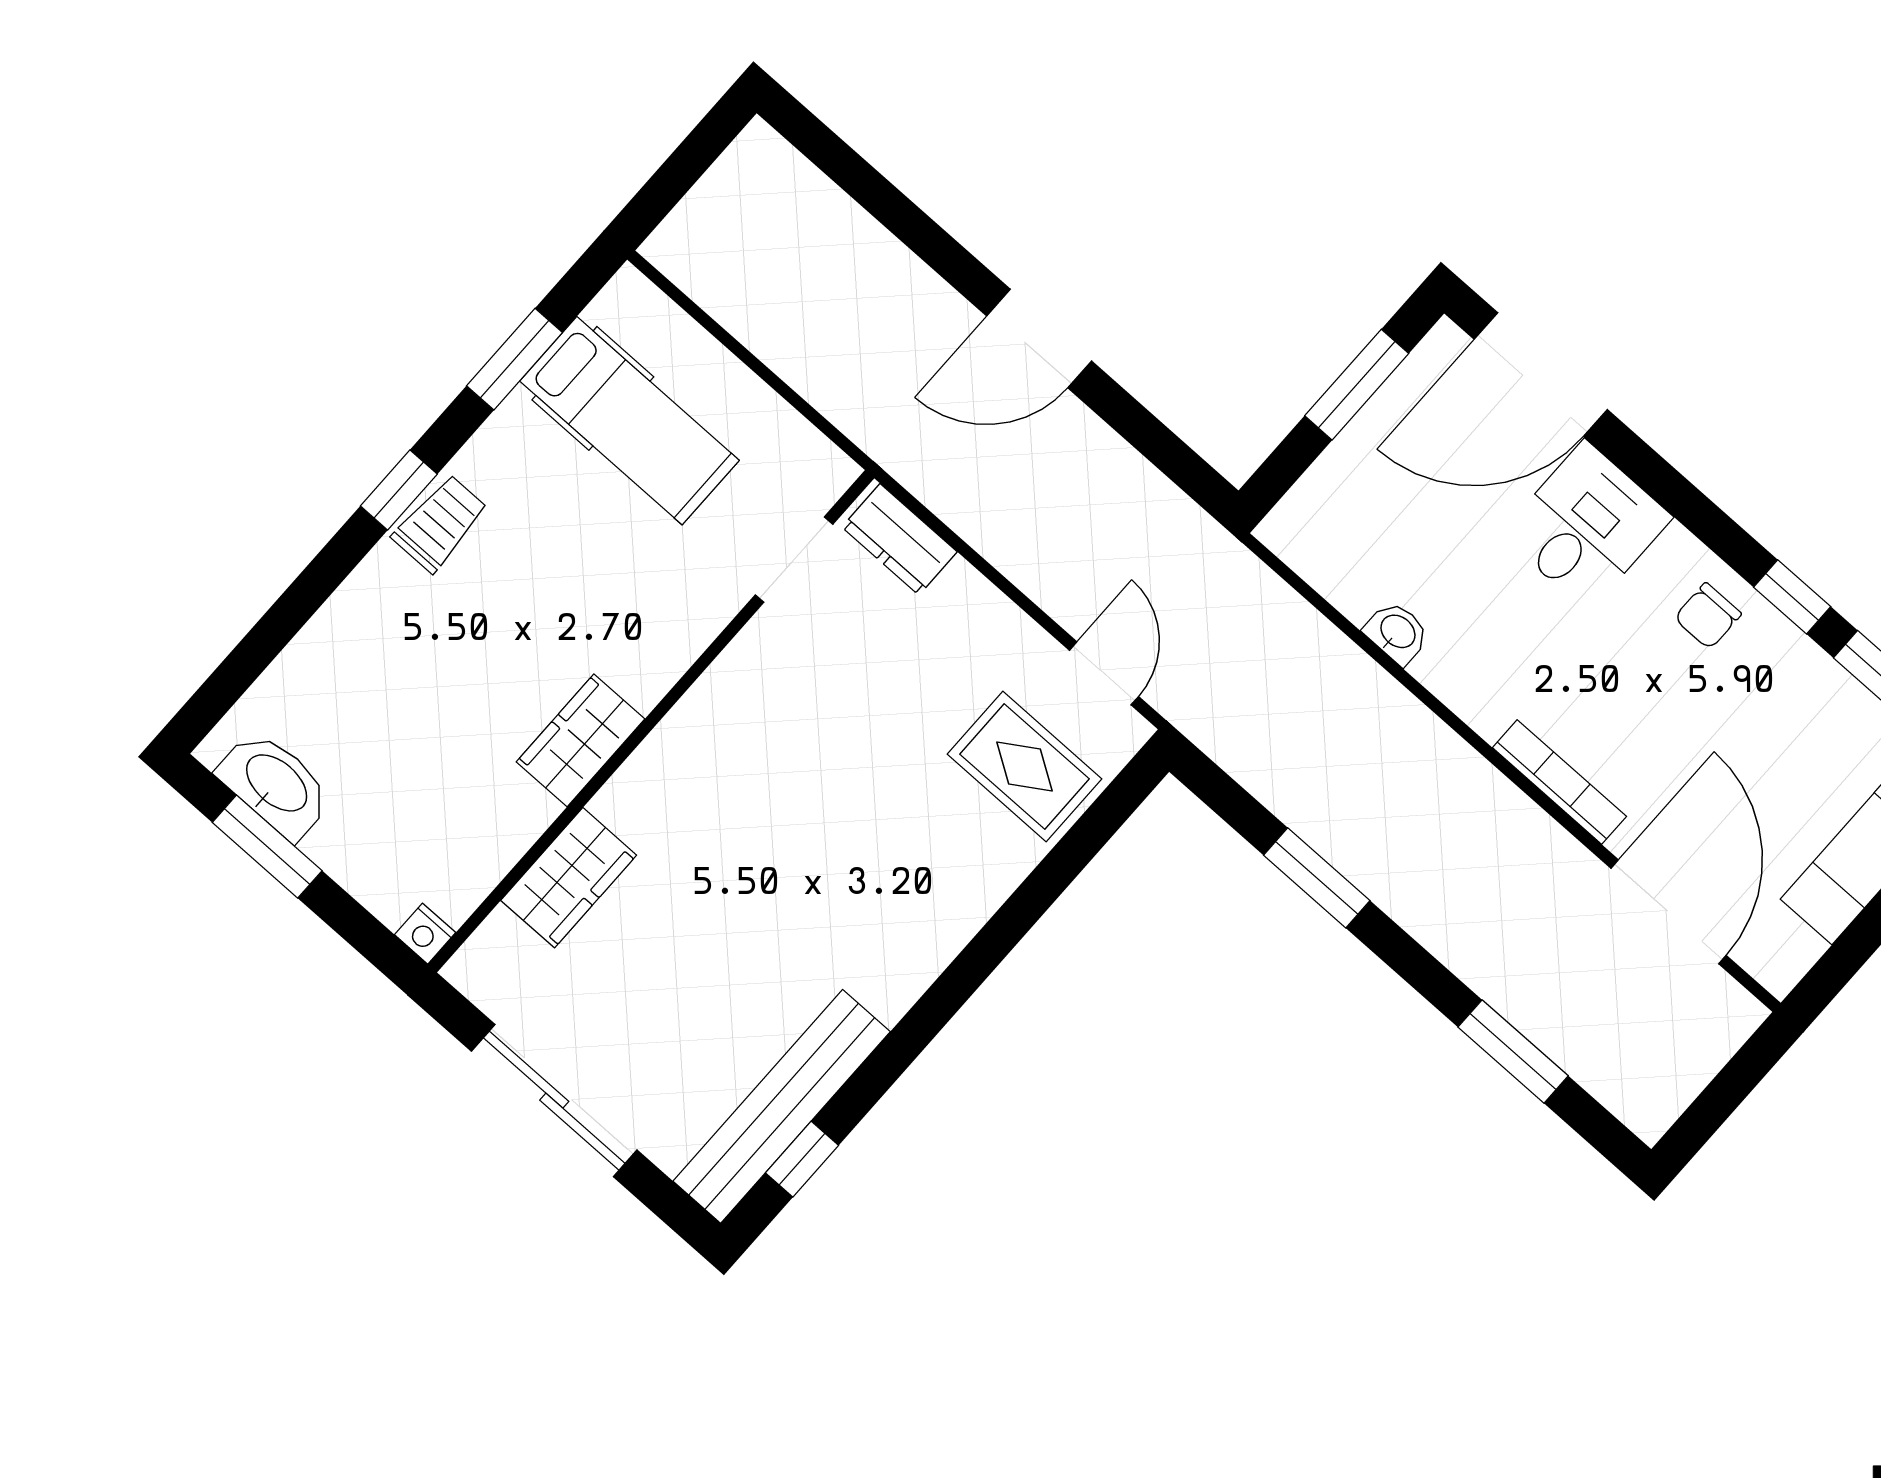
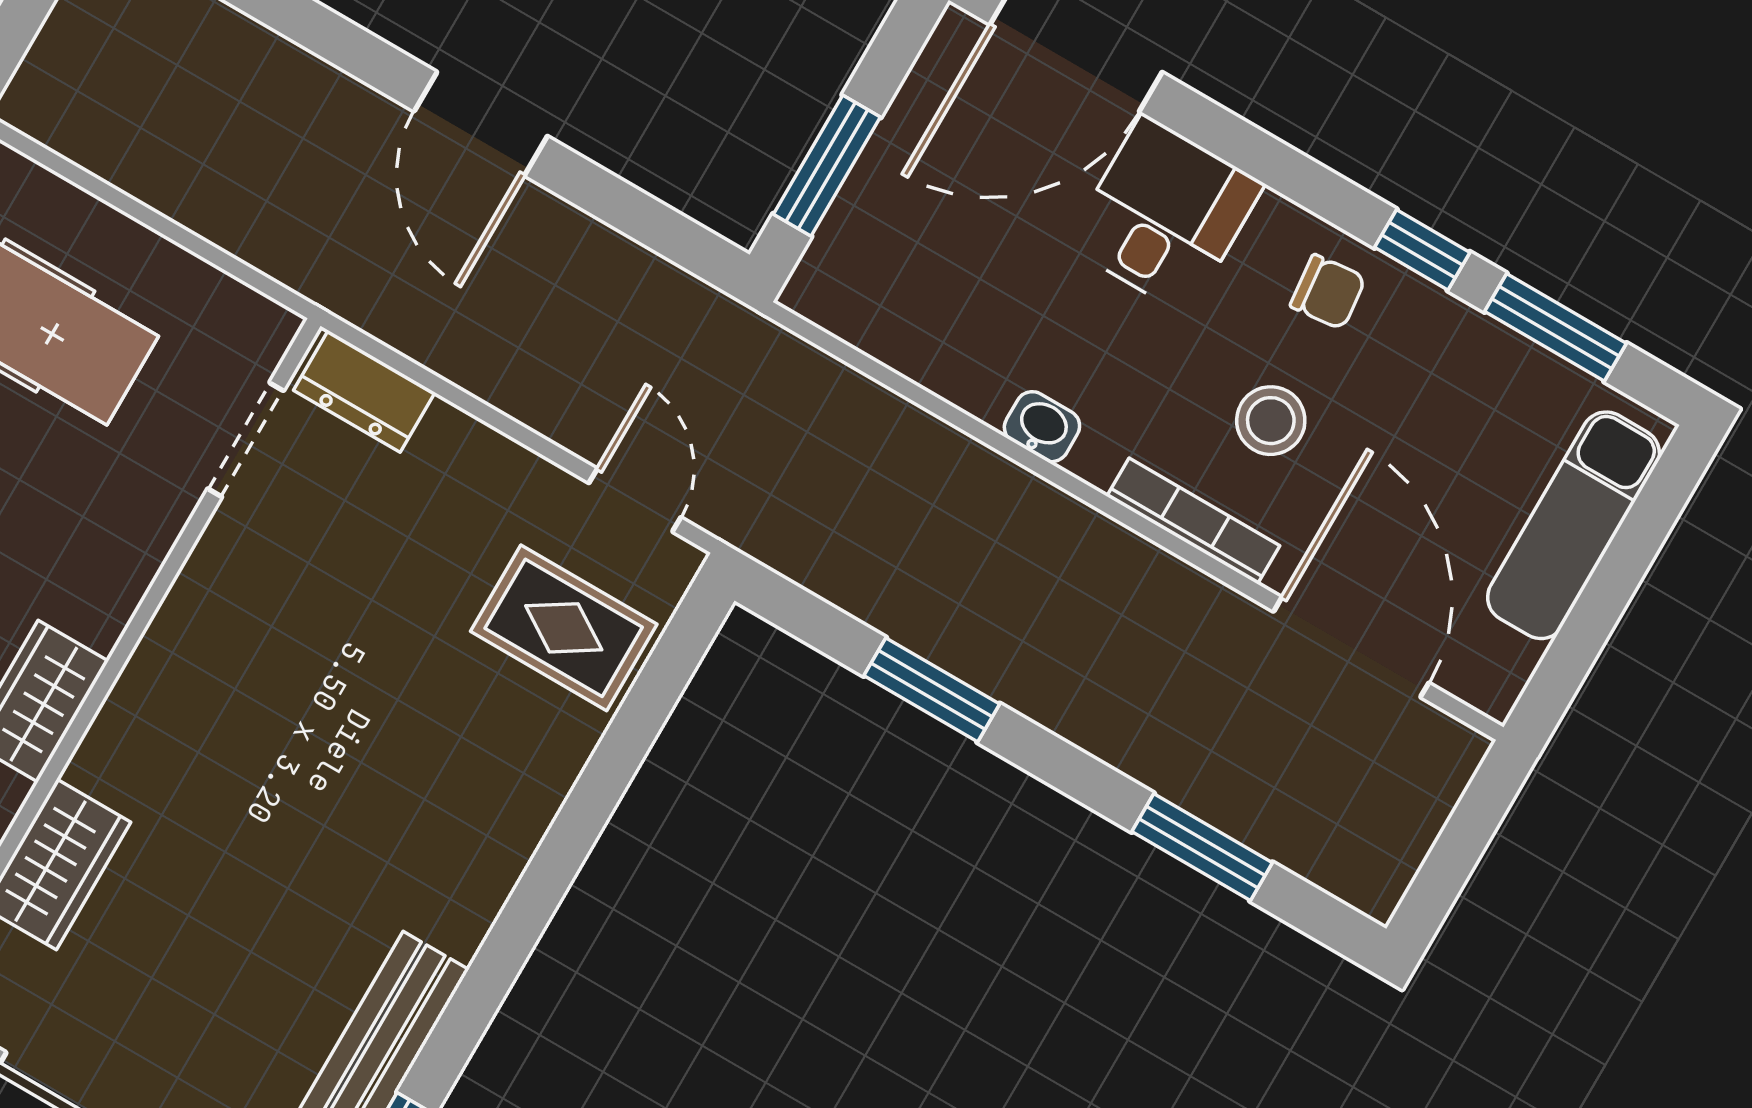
door: (1039, 339) -> (481, 124), hinge flipped
window: (1357, 385) -> (827, 166), moved
chair: (1708, 616) -> (1328, 292), turned -96
washbasin: (1397, 632) -> (1042, 427), moved
stool: (1640, 712) -> (1271, 421), added

